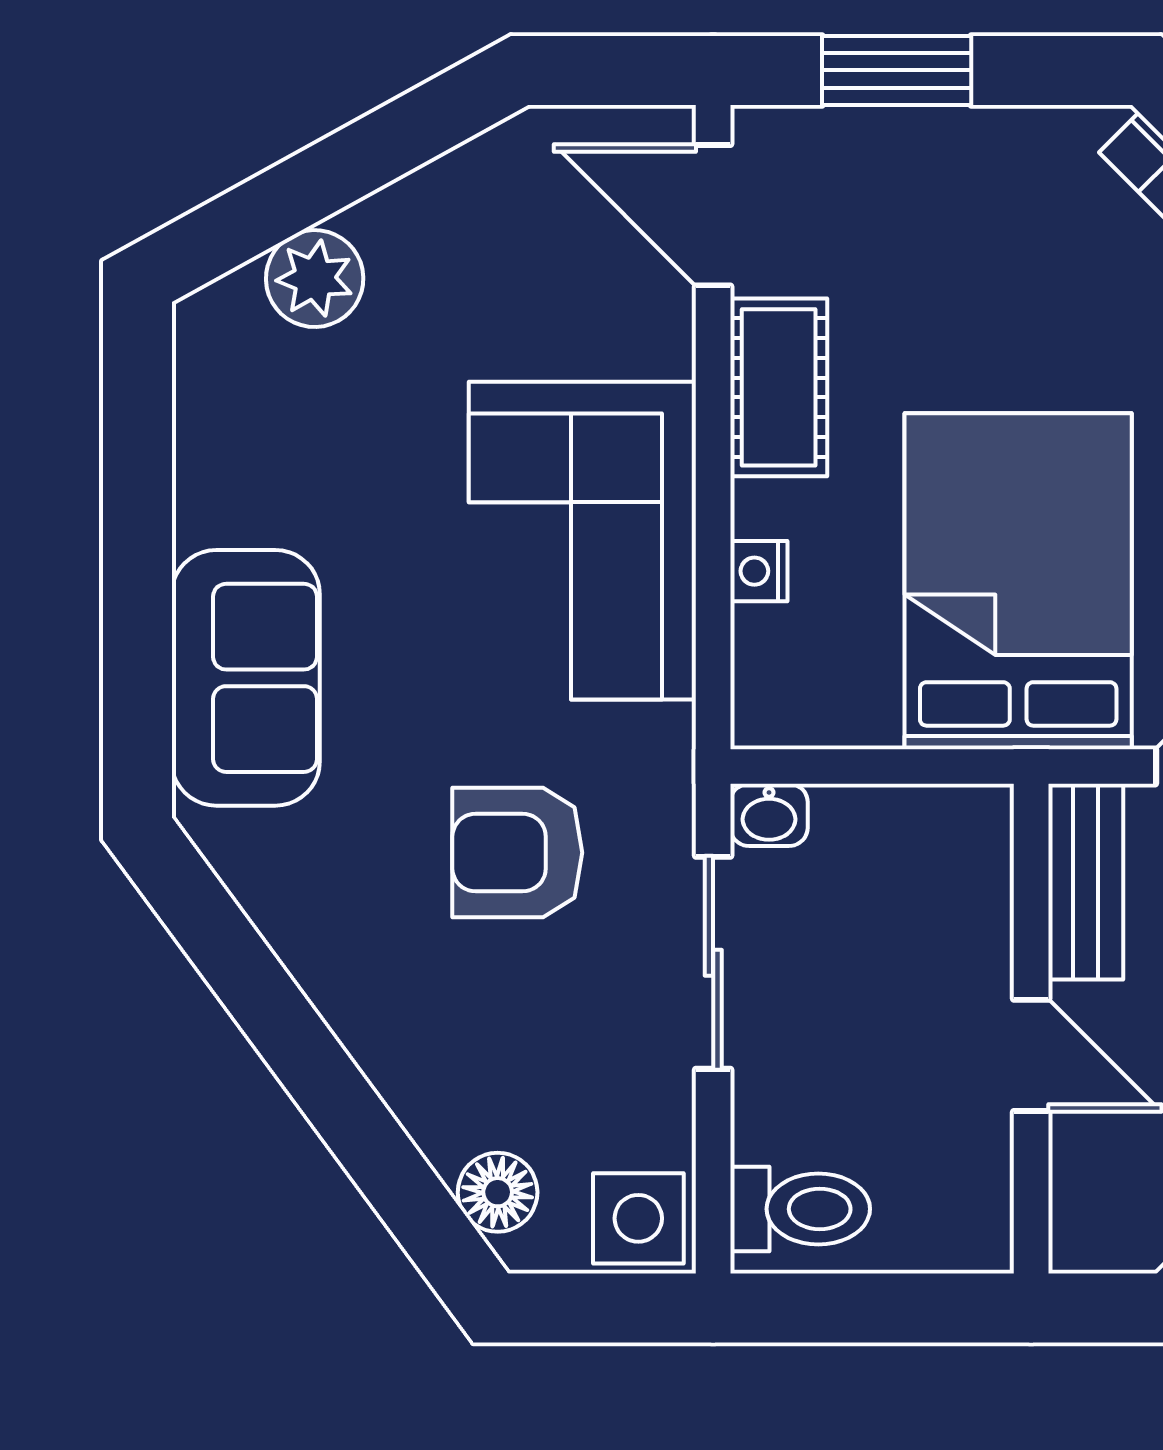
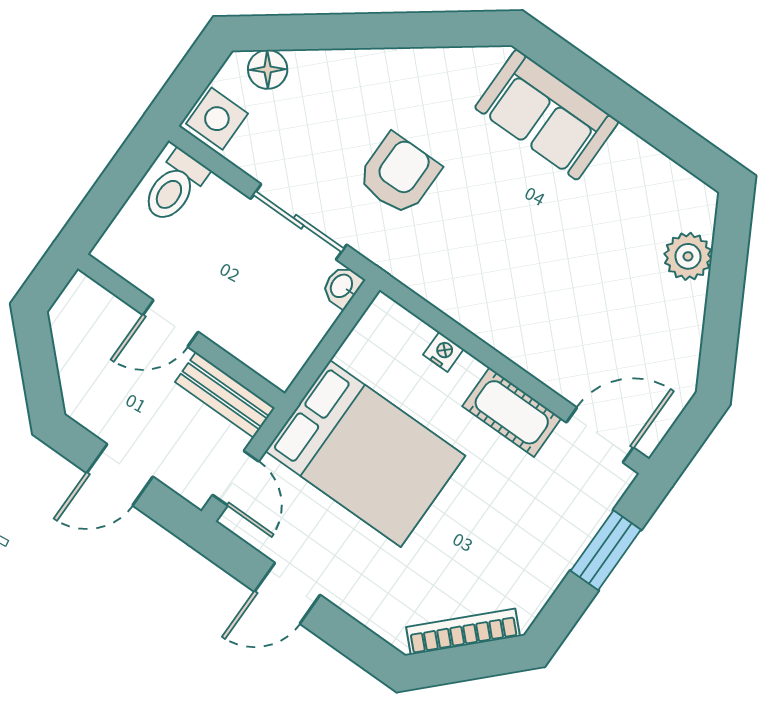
corner sofa: (582, 541) -> (506, 290), removed

